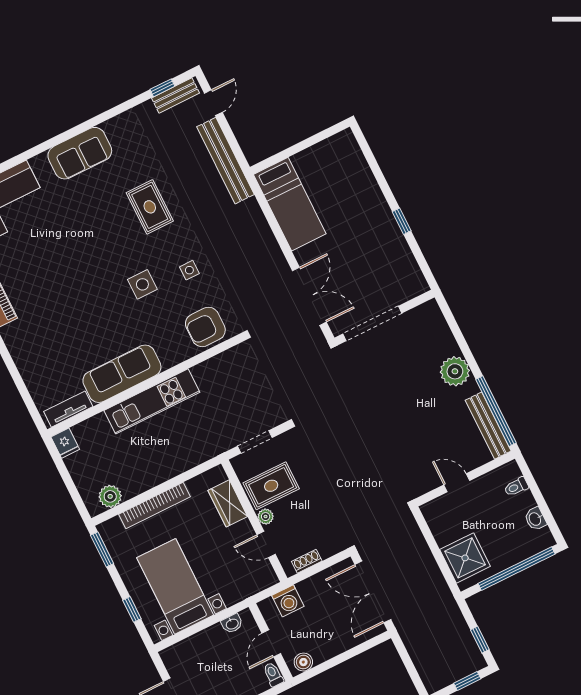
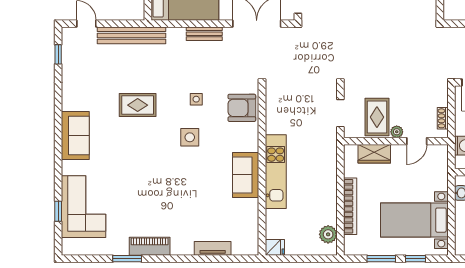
bench: (175, 96) -> (204, 34), moved, turned 90
armchair: (205, 327) -> (242, 108), turned 90
sofa: (122, 374) -> (246, 175), width x0.73
tv unit: (68, 409) -> (213, 248), moved, turned 90
window: (102, 549) -> (381, 259), moved

